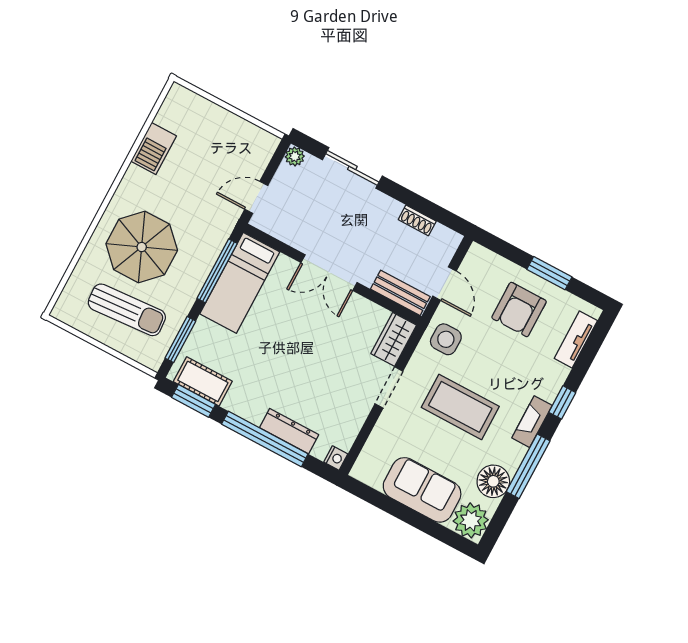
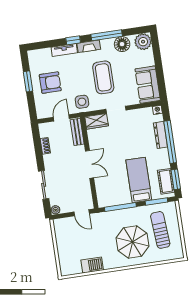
bed: (240, 283) -> (139, 180), moved, turned -90
tv unit: (576, 339) -> (64, 50), moved
sofa: (422, 490) -> (148, 85), moved

